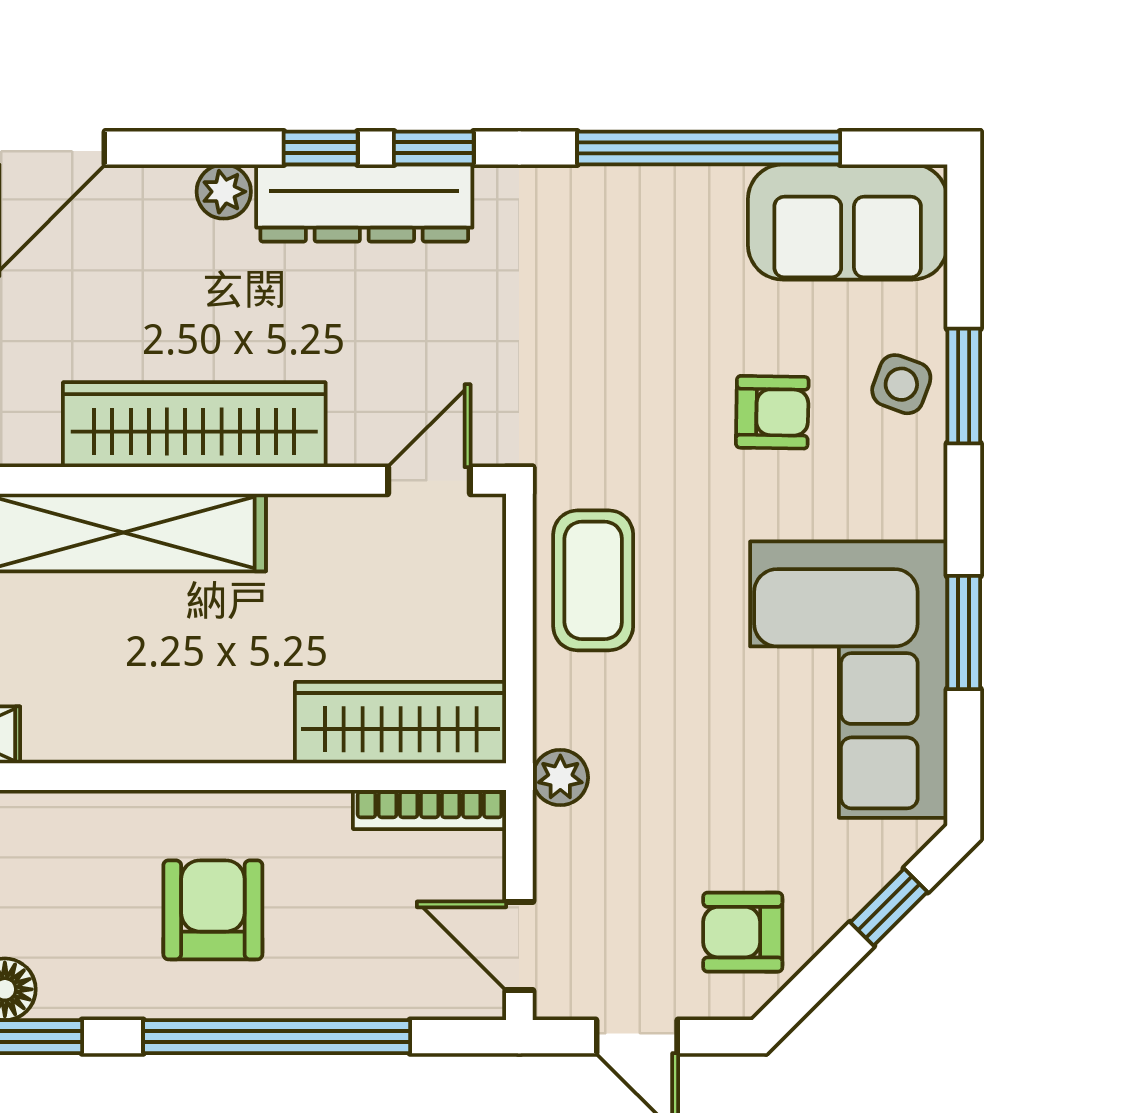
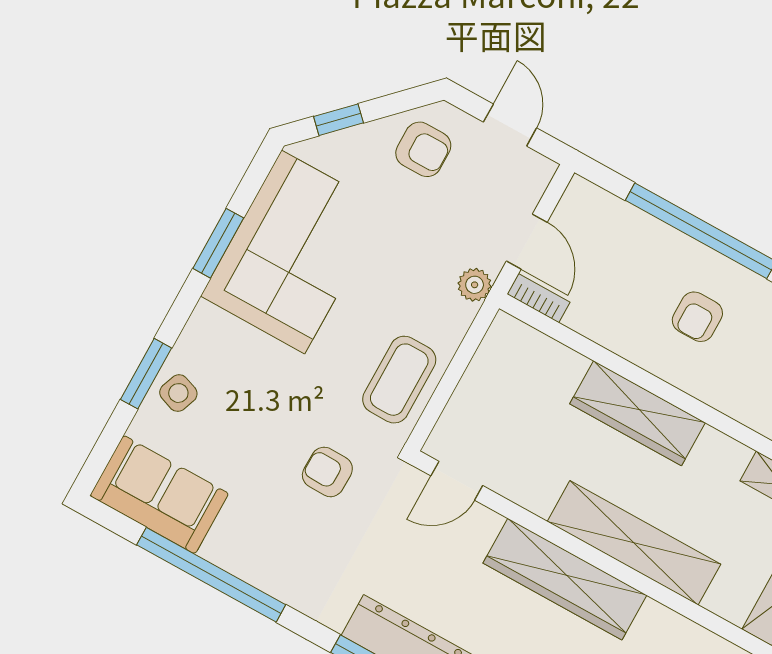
armchair: (772, 412) -> (327, 472), moved
wardrobe: (401, 723) -> (638, 413), moved
bookcase: (430, 809) -> (539, 298), width x0.64
armchair: (213, 910) -> (697, 317), width x0.72, depth x0.72
door: (519, 946) -> (527, 242), moved

